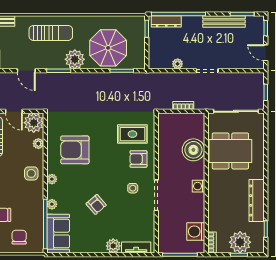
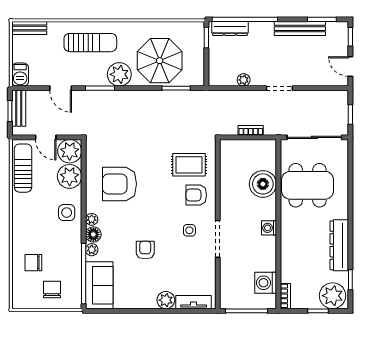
plant: (38, 144) -> (70, 176), width x1.88, depth x1.88
floor lamp: (53, 192) -> (93, 234), added
armchair: (96, 204) -> (145, 250), turned -139
plant: (240, 242) -> (333, 296), moved

